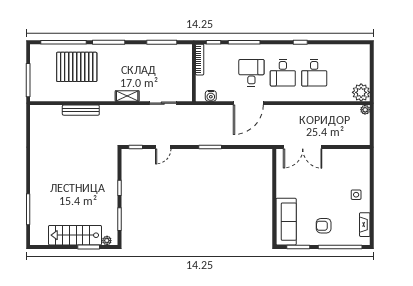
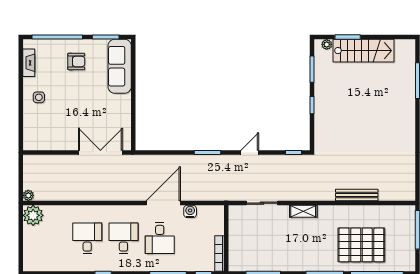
water cooler: (211, 96) -> (190, 211), moved
door: (163, 147) -> (250, 152), moved

